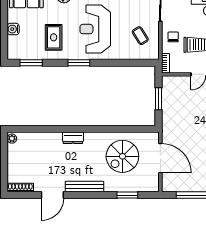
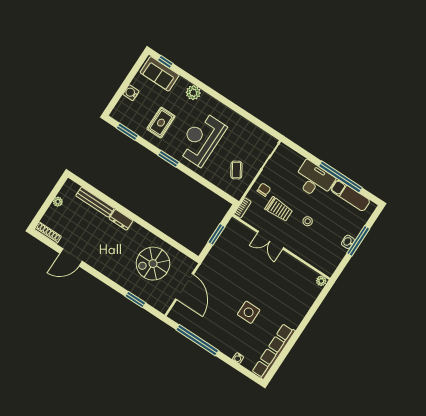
plant: (12, 139) -> (58, 202), moved
bench: (84, 187) -> (95, 202), moved

